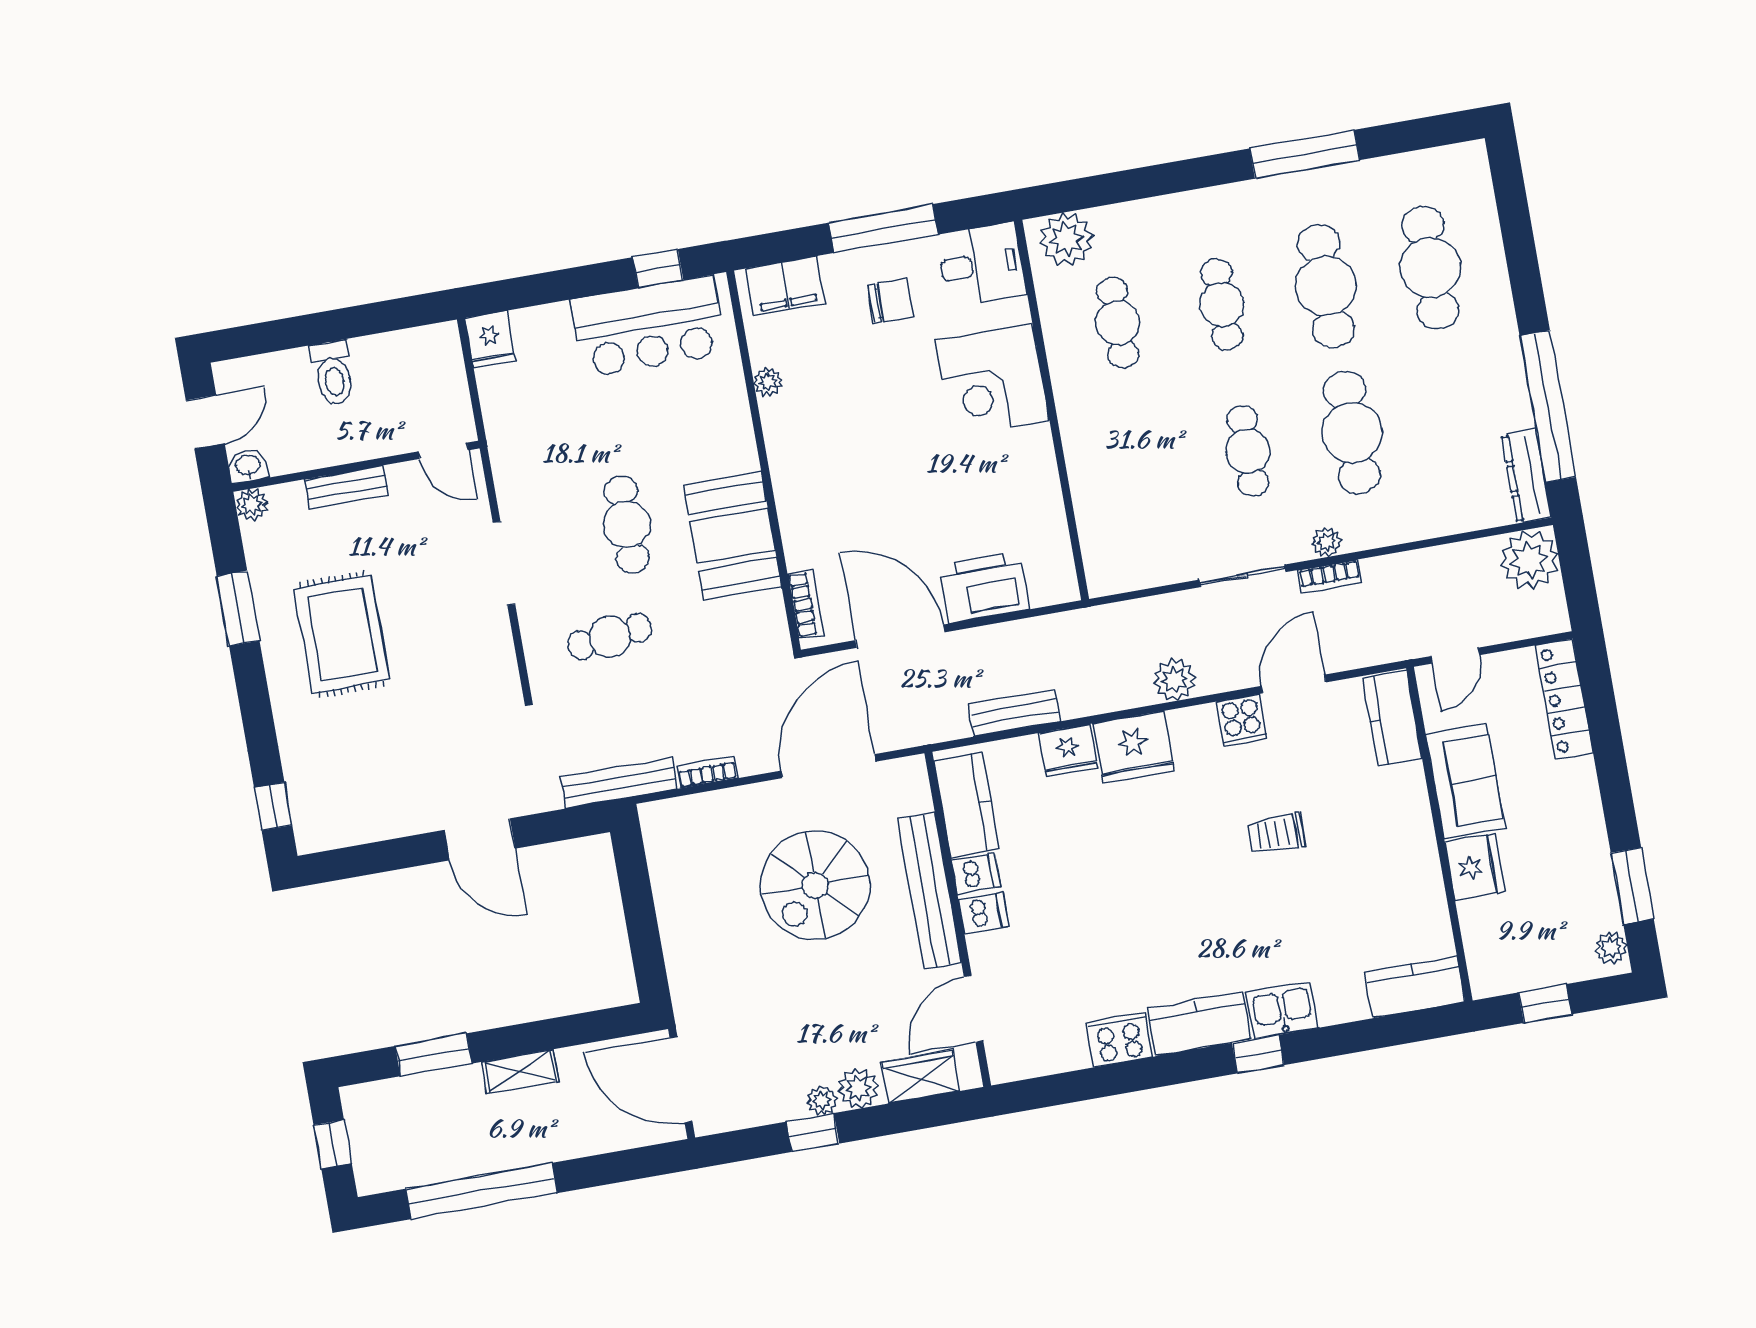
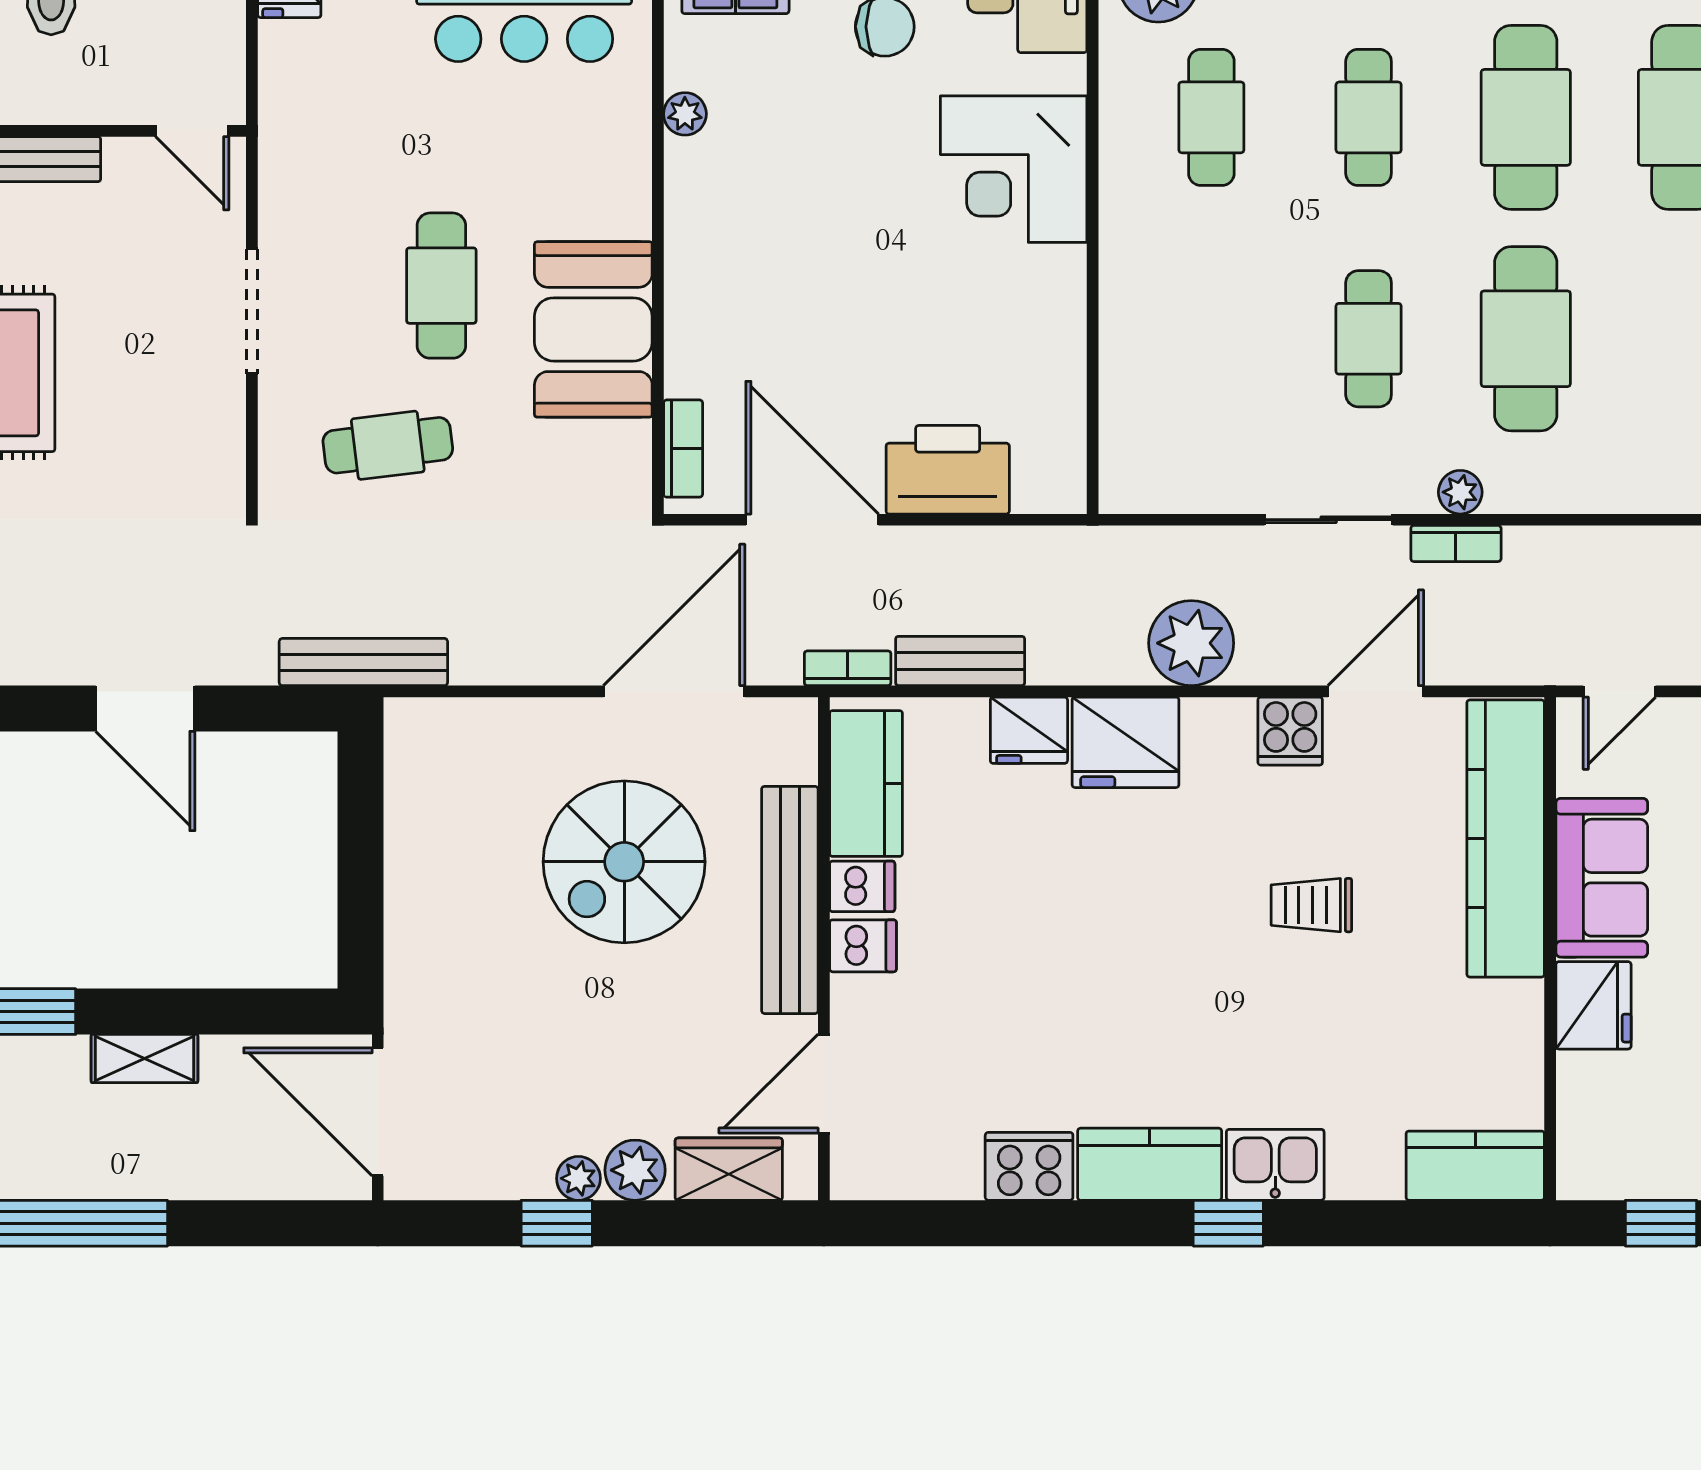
plant: (1174, 680) -> (1191, 643), width x1.36, depth x1.36
kitchen counter: (1392, 718) -> (1506, 839), width x2.08, depth x1.17
bookcase: (707, 772) -> (848, 668), moved

